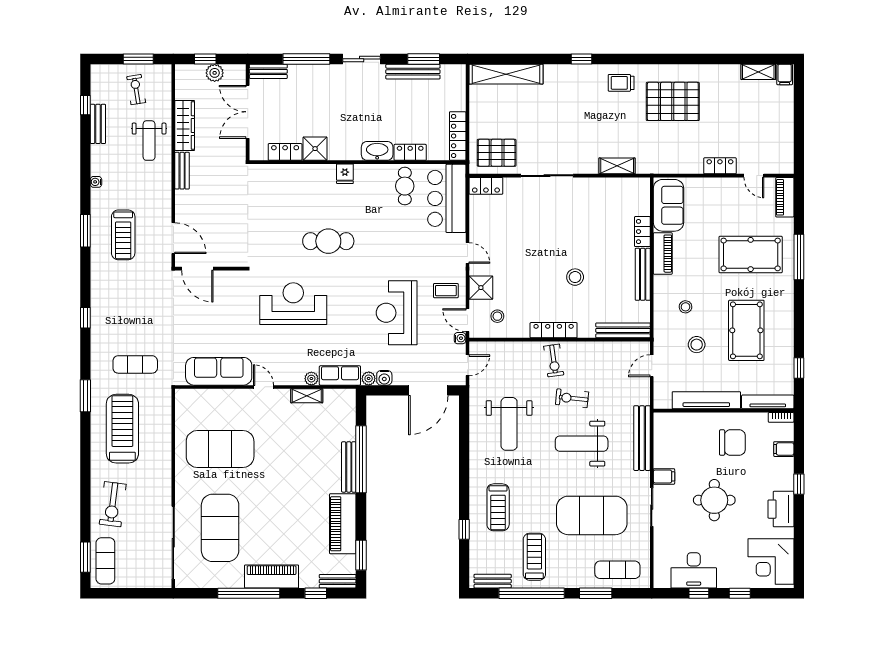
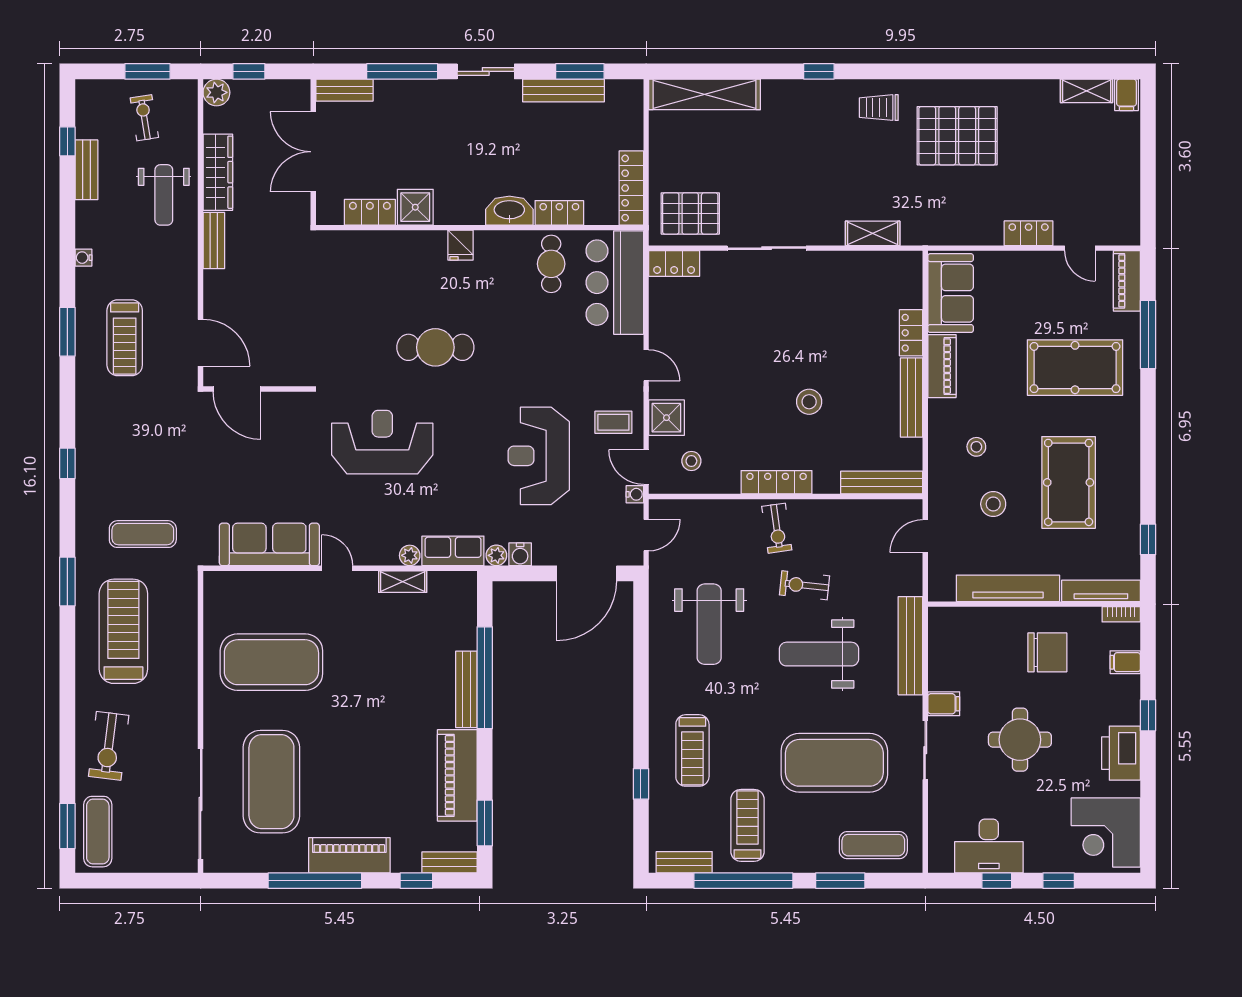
plant: (215, 73) -> (216, 92), moved
window: (799, 257) -> (1148, 335), moved

